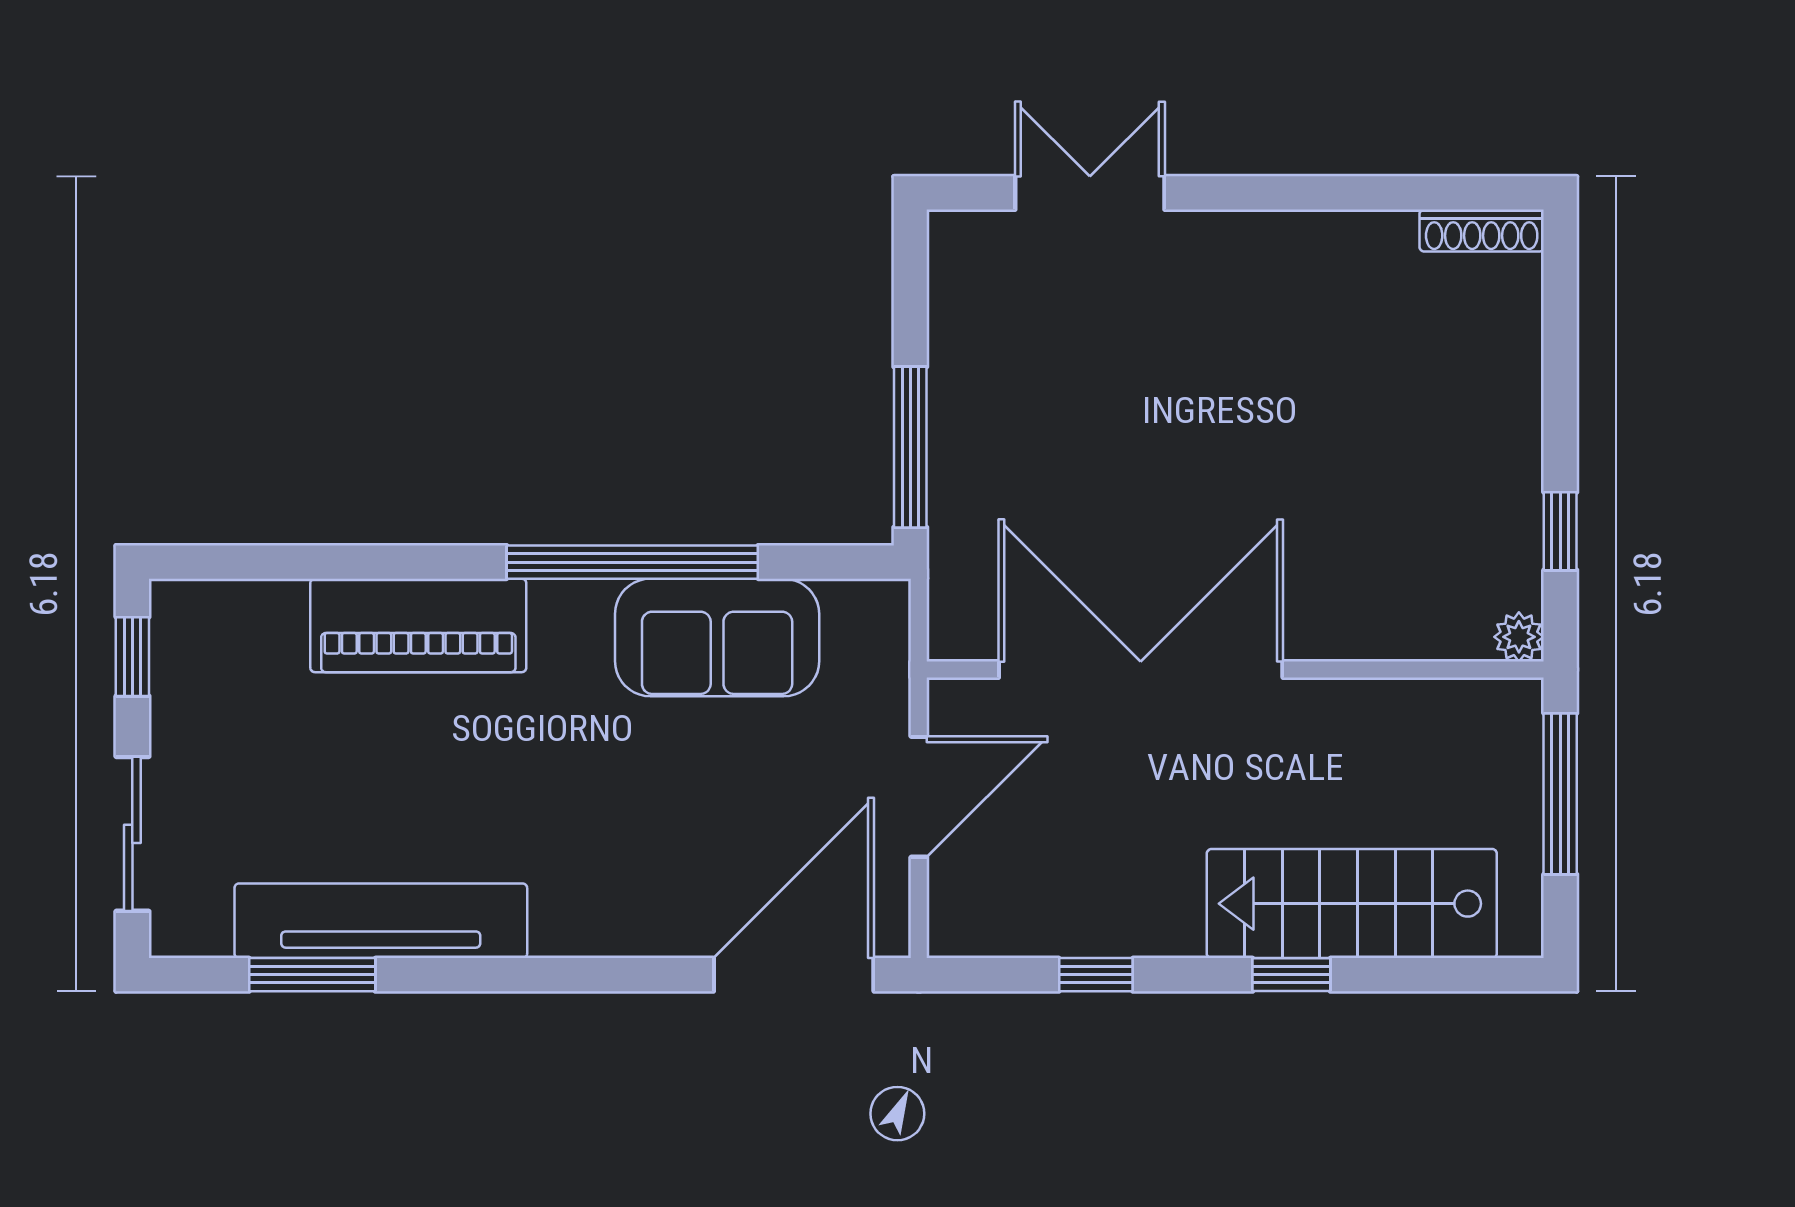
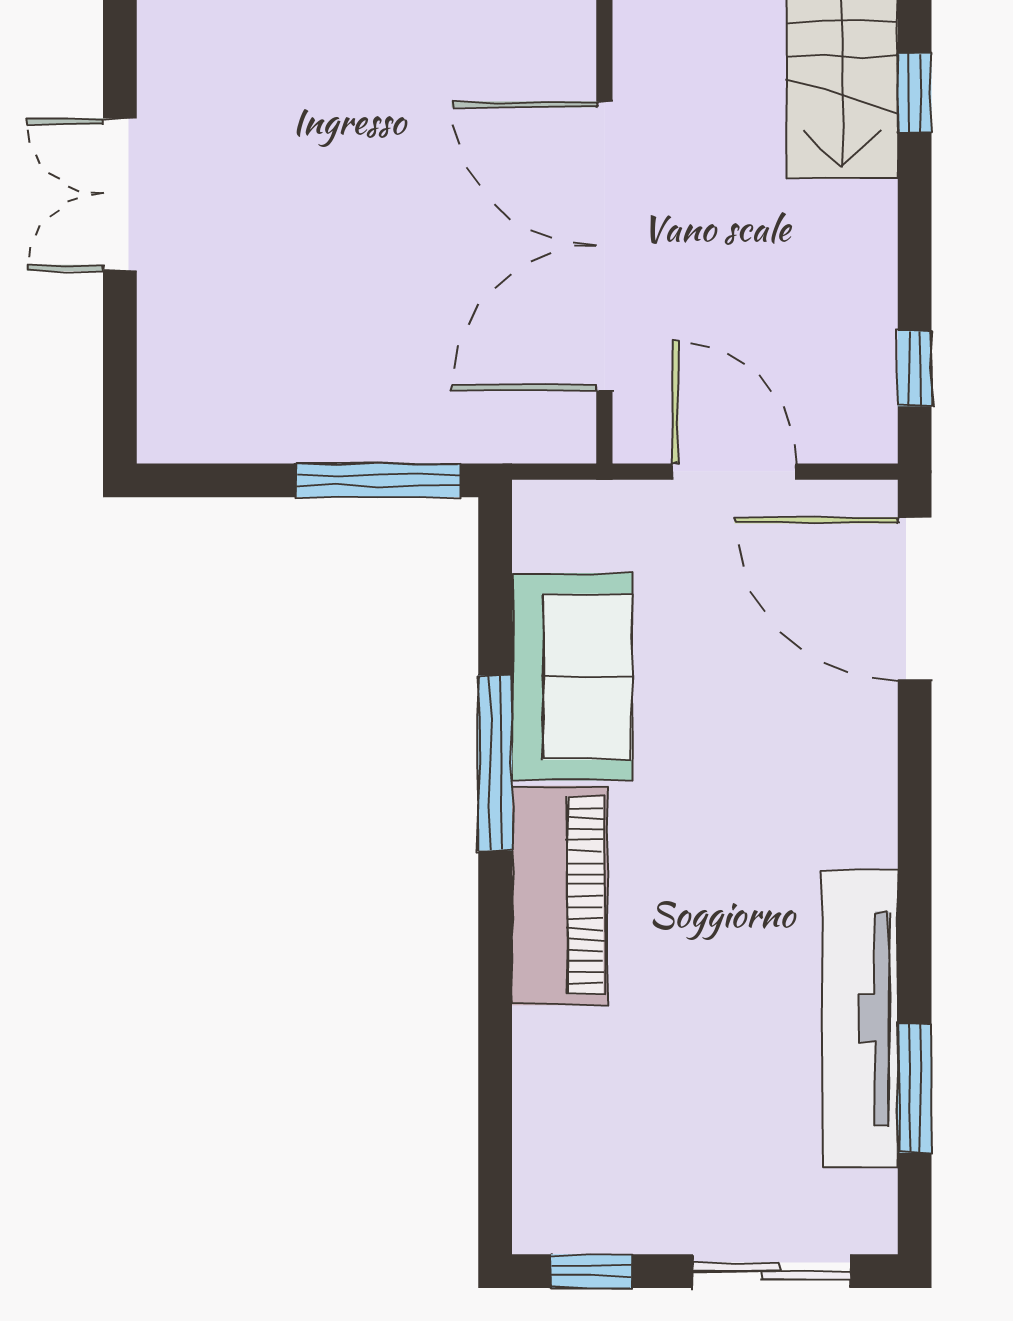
double door: (1090, 193) -> (120, 195), moved
window: (632, 562) -> (495, 763), width x0.68
piano: (418, 625) -> (560, 895), moved
window: (1096, 975) -> (915, 369), moved

